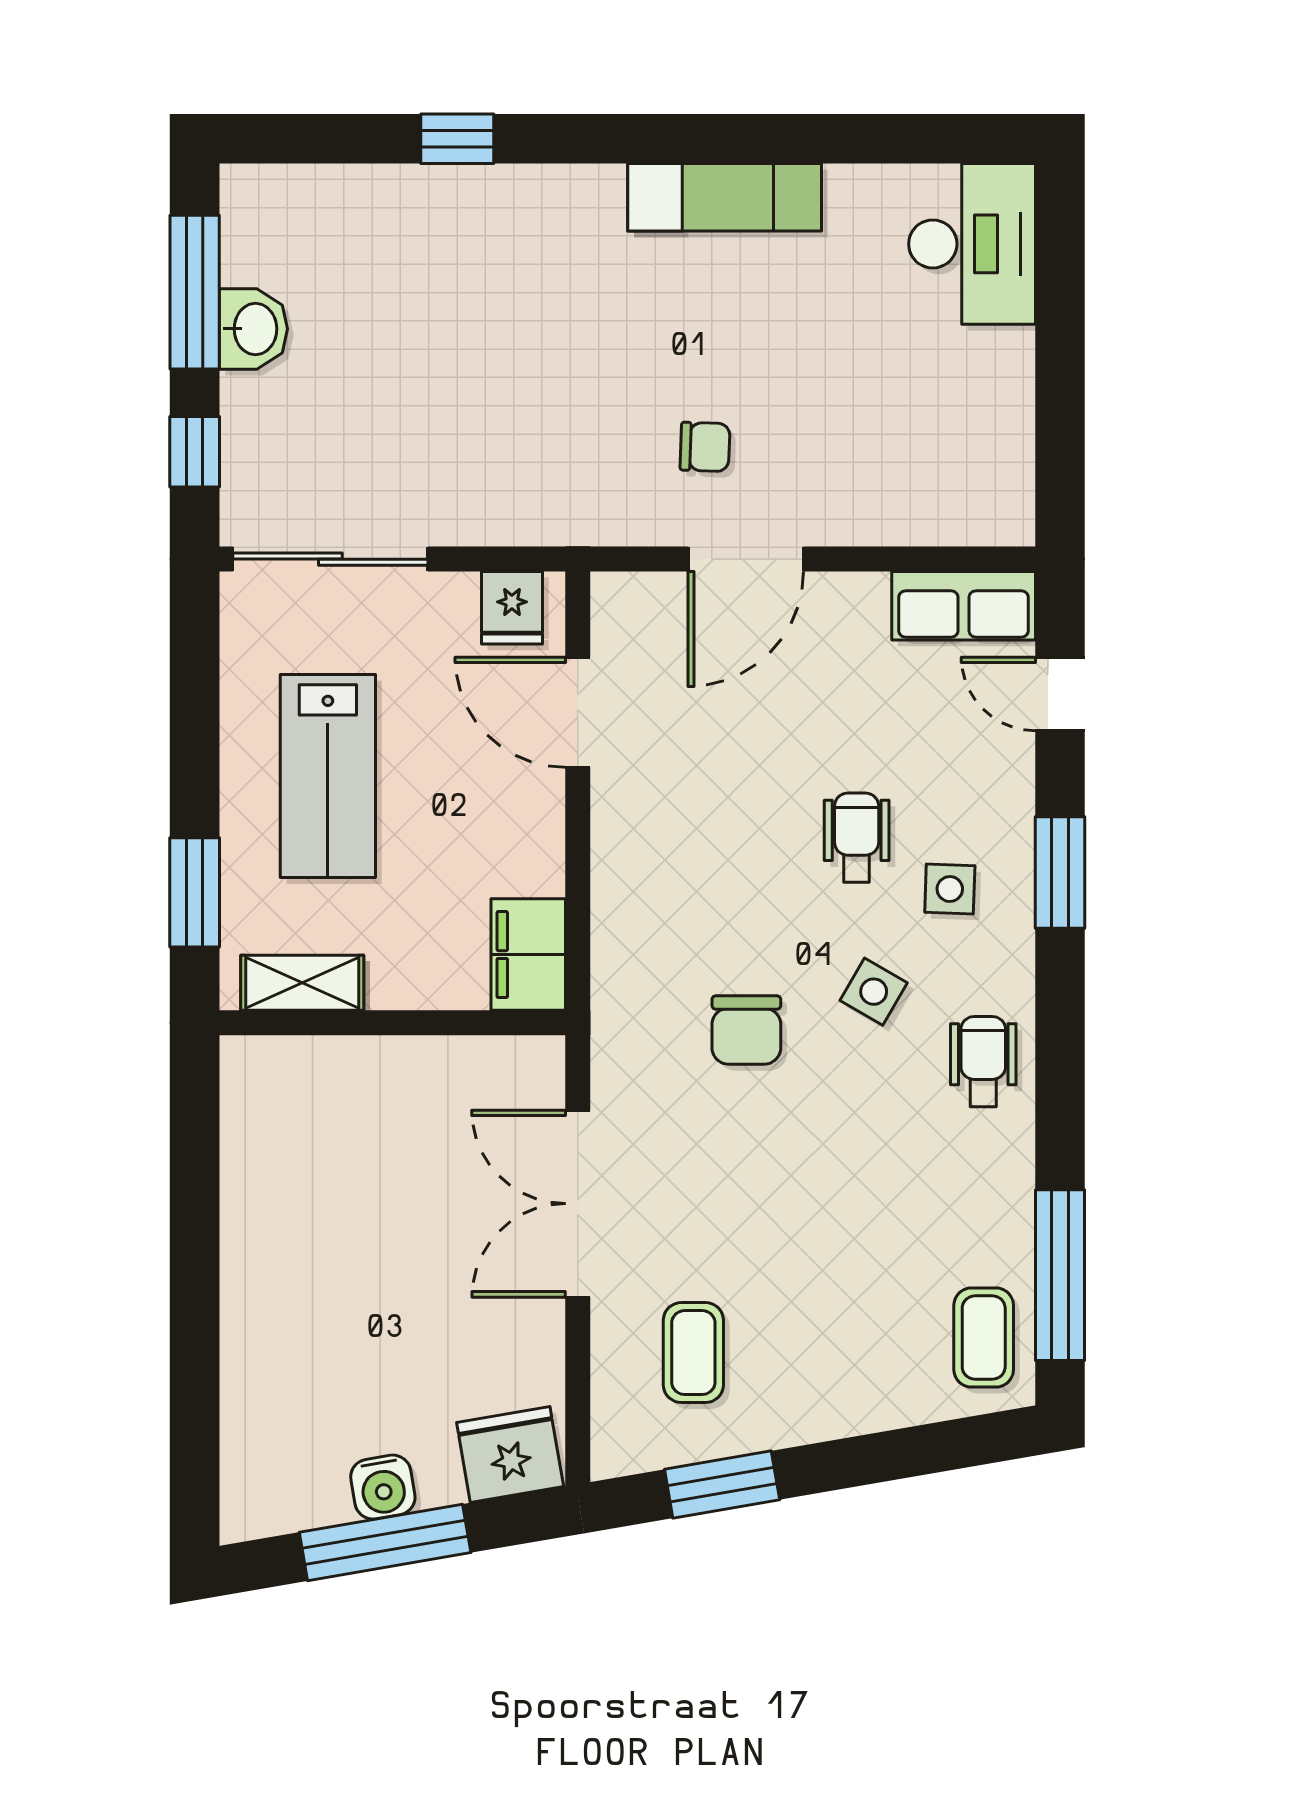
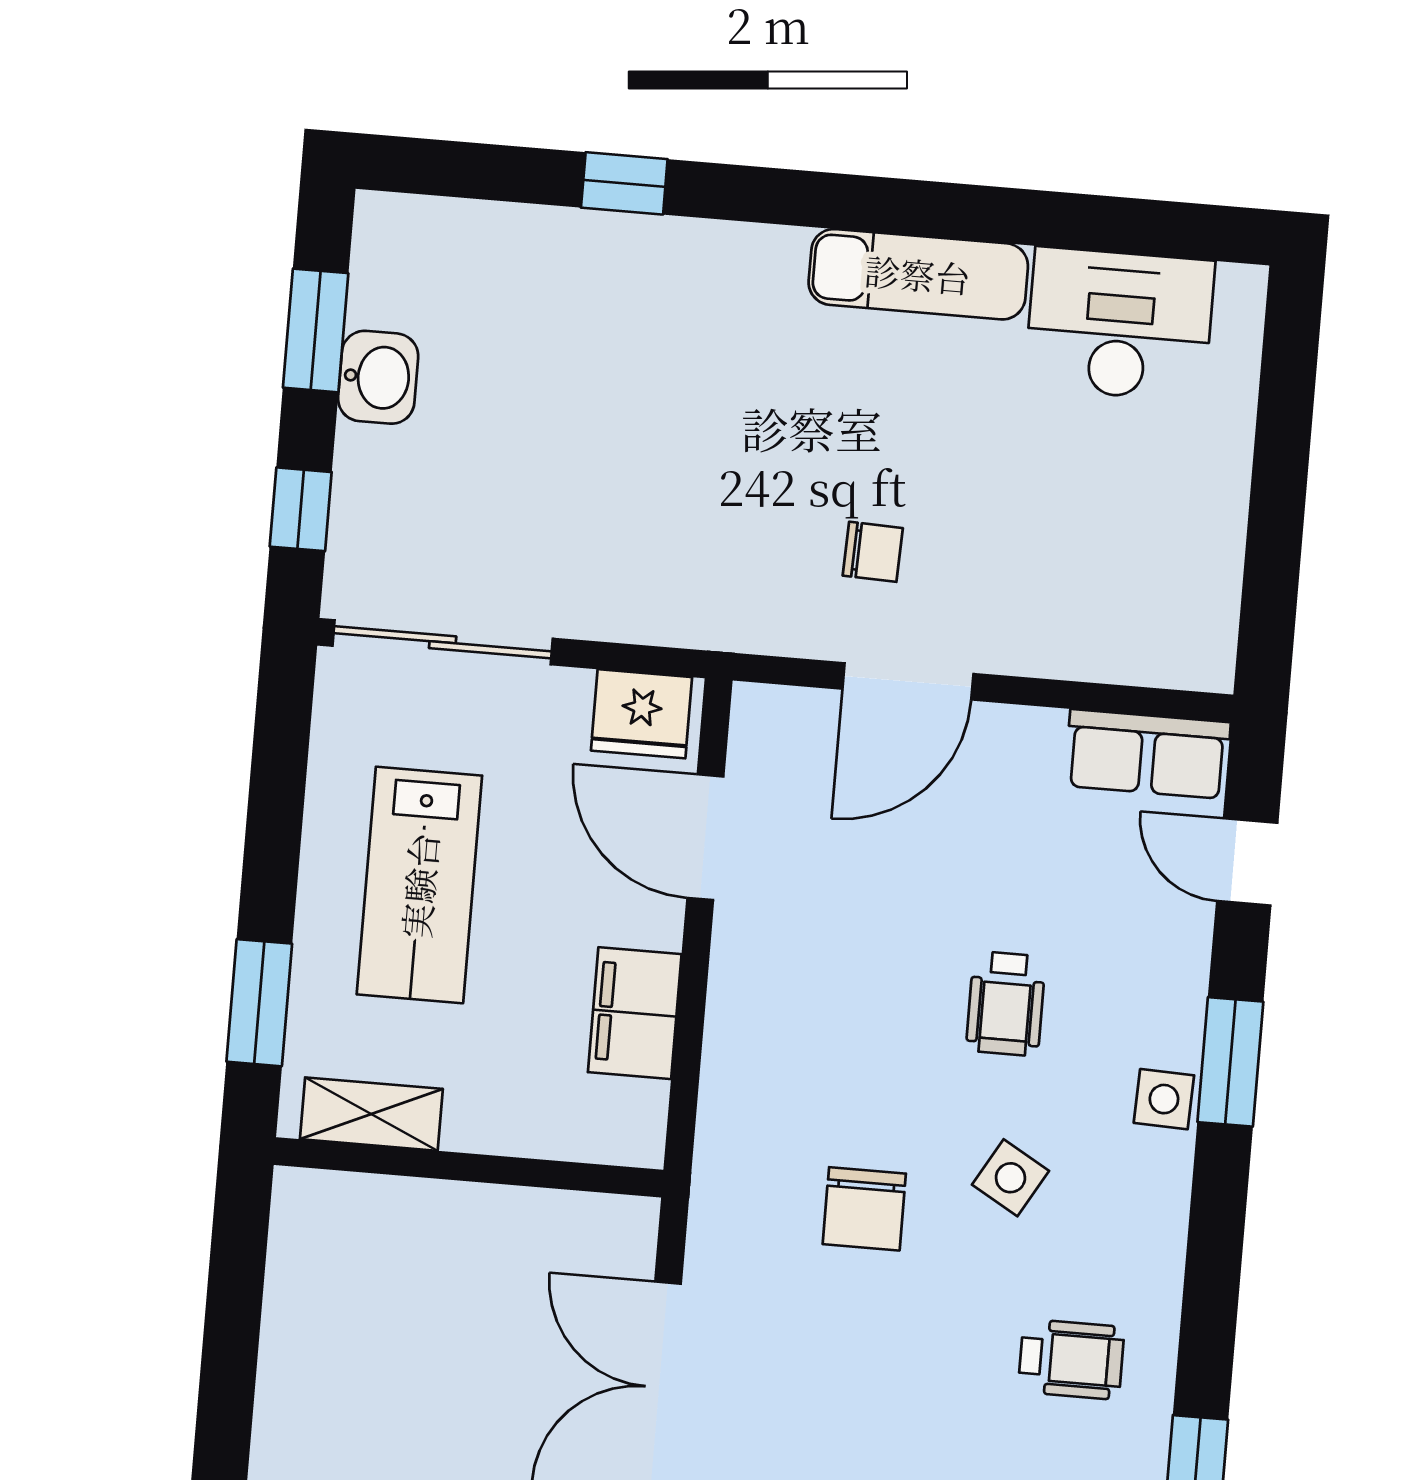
desk: (972, 244) -> (1120, 324), moved, turned -90
window: (195, 292) -> (316, 330), width x0.69
fridge: (512, 608) -> (642, 714), width x1.38
wheelchair: (857, 838) -> (1006, 1004), turned 180
side table: (950, 889) -> (1164, 1099), moved
filing cabinet: (528, 955) -> (635, 1013), moved
wheelchair: (983, 1061) -> (1071, 1359), moved, turned 90

